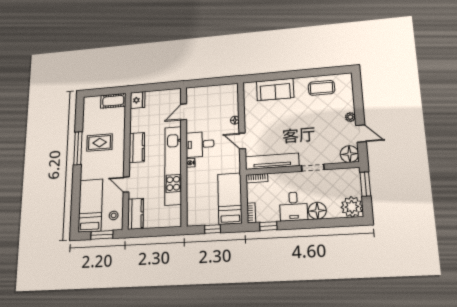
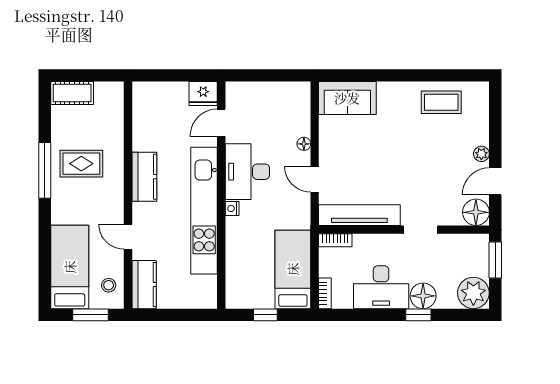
sofa: (275, 89) -> (347, 98), moved
fridge: (138, 100) -> (203, 94), moved, turned 90
cot: (113, 101) -> (72, 93), moved
door: (361, 133) -> (495, 181), swing flipped
desk: (200, 144) -> (247, 172), width x1.37
desk: (293, 206) -> (381, 287), width x1.37
window: (268, 226) -> (418, 315), moved

